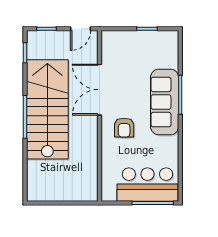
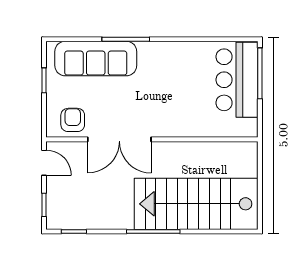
sofa: (165, 102) -> (96, 59), moved
stairs: (47, 109) -> (196, 204), moved
armchair: (124, 128) -> (73, 120), moved, turned -90

